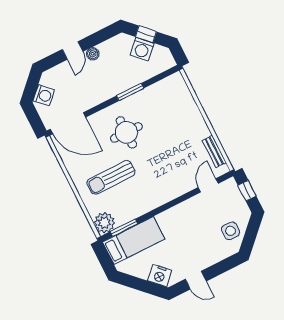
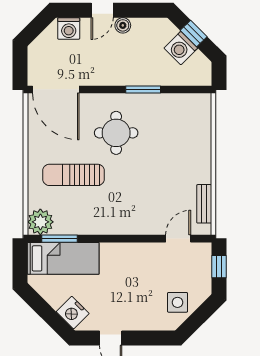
washing machine: (44, 95) -> (69, 29), moved, turned 45

